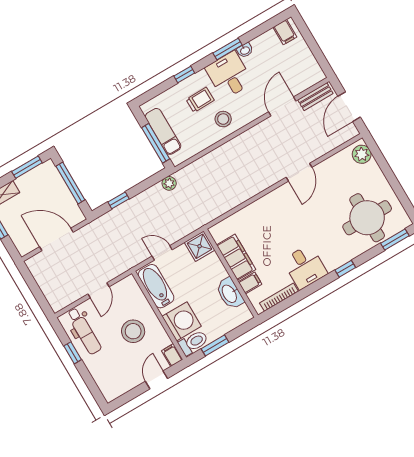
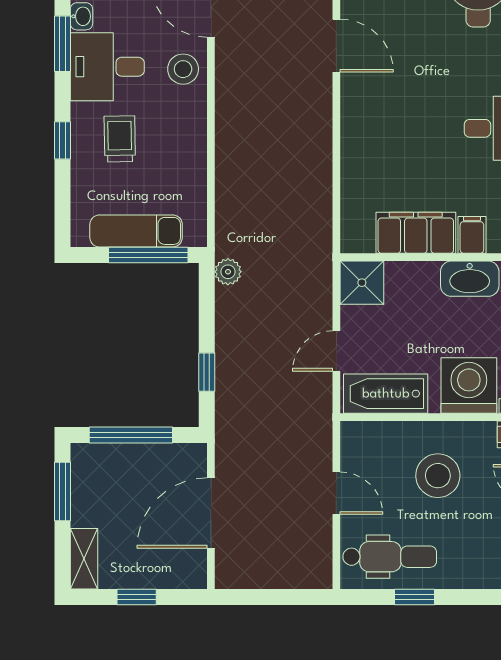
stool: (223, 119) -> (183, 69), moved

